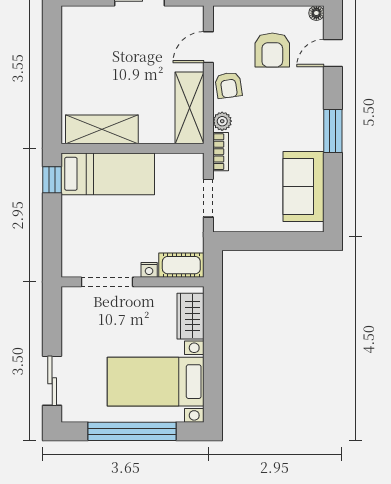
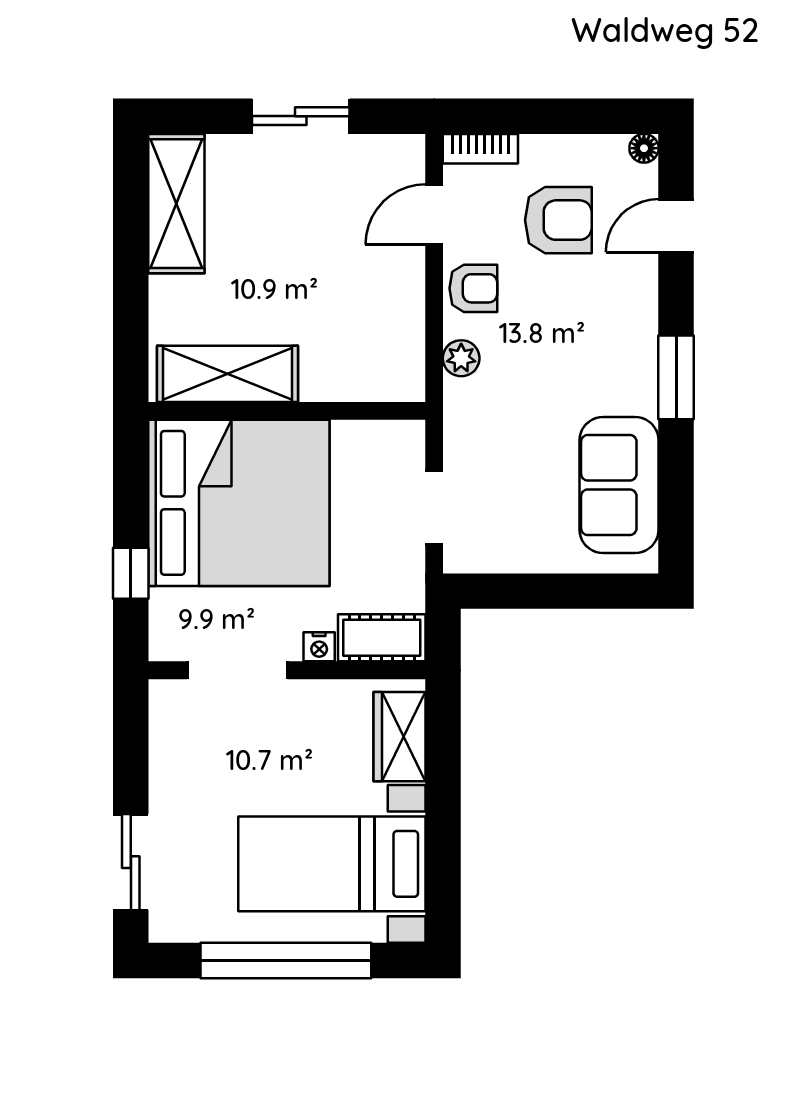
armchair: (272, 50) -> (558, 220), turned -90
armchair: (228, 85) -> (473, 288), turned -82
shelving: (189, 108) -> (176, 204), moved
bookcase: (221, 152) -> (480, 149), moved, turned 90
bed: (108, 174) -> (239, 503), width x2.04
window: (52, 180) -> (131, 573), moved

